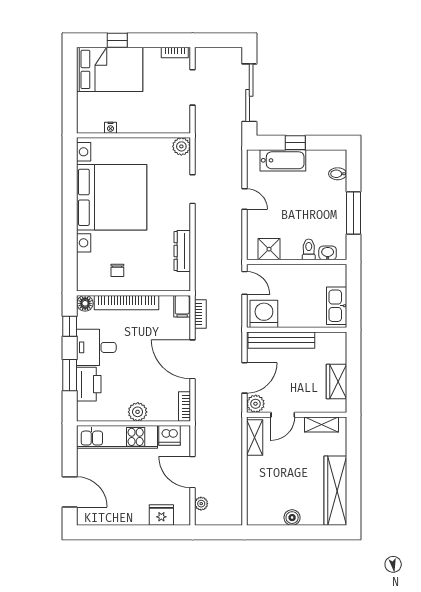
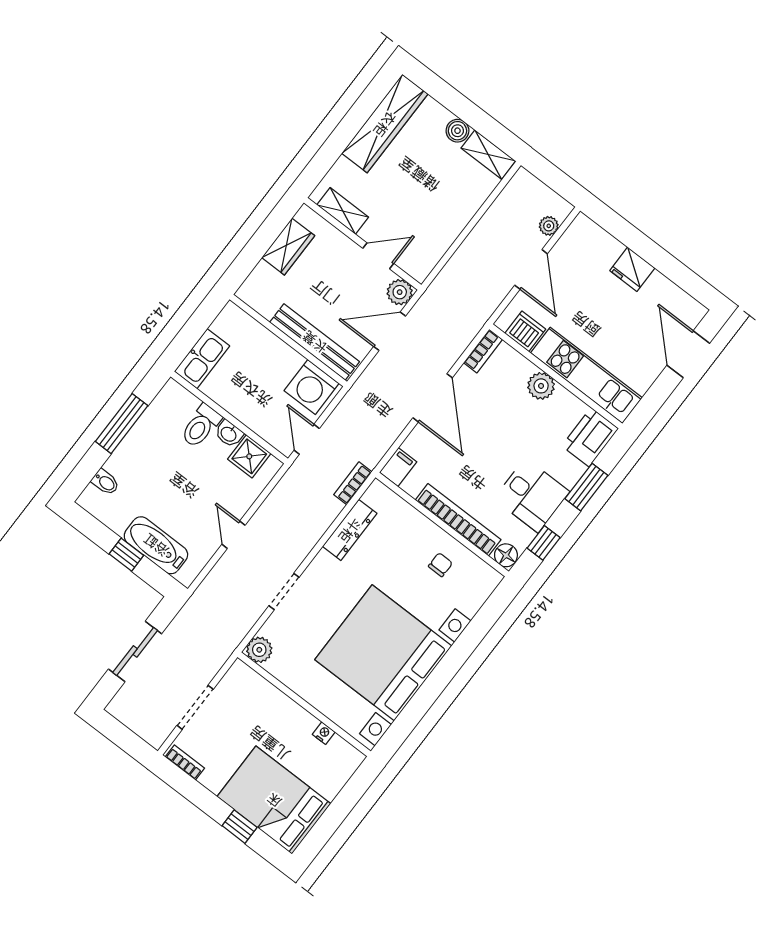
sliding door: (249, 93) -> (135, 651), width x0.73
toilet: (309, 249) -> (201, 426), width x1.37, depth x1.39
washbasin: (328, 253) -> (229, 434), moved
kitchen sink: (337, 306) -> (202, 359), moved
bookcase: (200, 314) -> (353, 483), moved
printer: (89, 384) -> (590, 437), moved
shelving: (255, 437) -> (488, 155), moved, turned 90
fridge: (161, 515) -> (632, 269), moved

